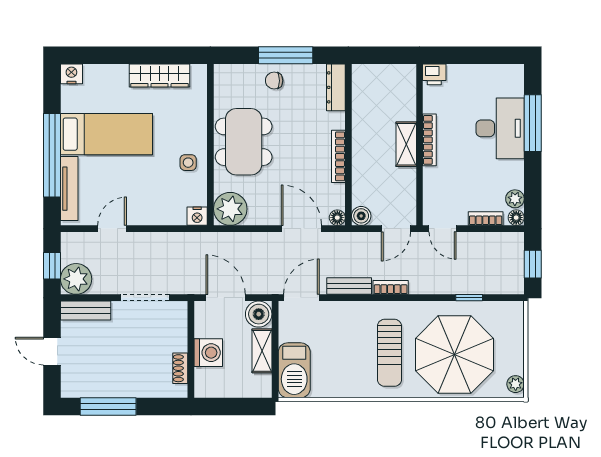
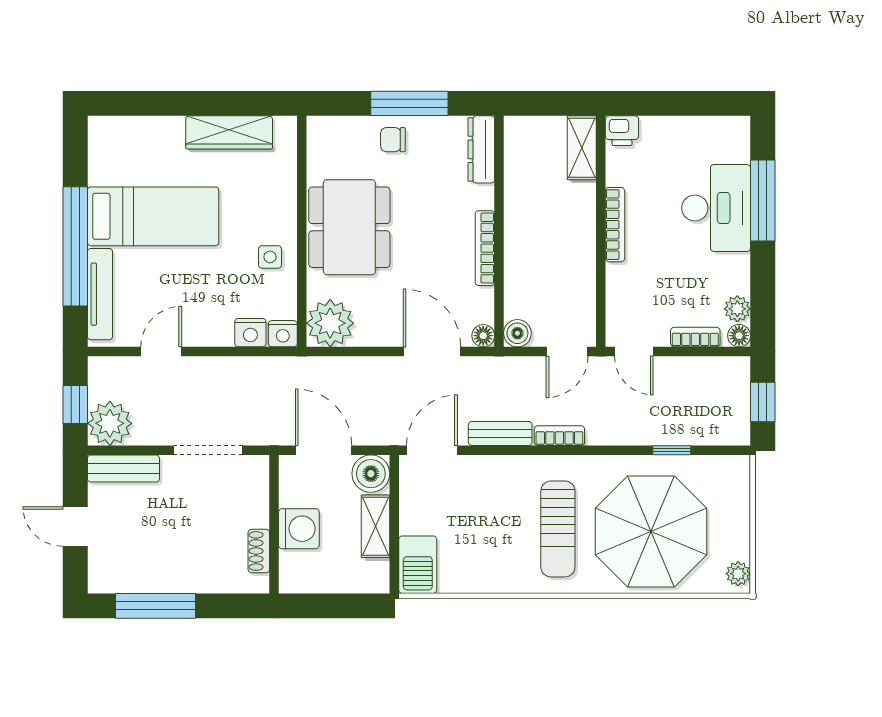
nightstand: (71, 74) -> (250, 333), moved, turned 180
shelving: (406, 144) -> (582, 148), moved
barbecue: (294, 370) -> (418, 565), width x0.73, depth x0.83

